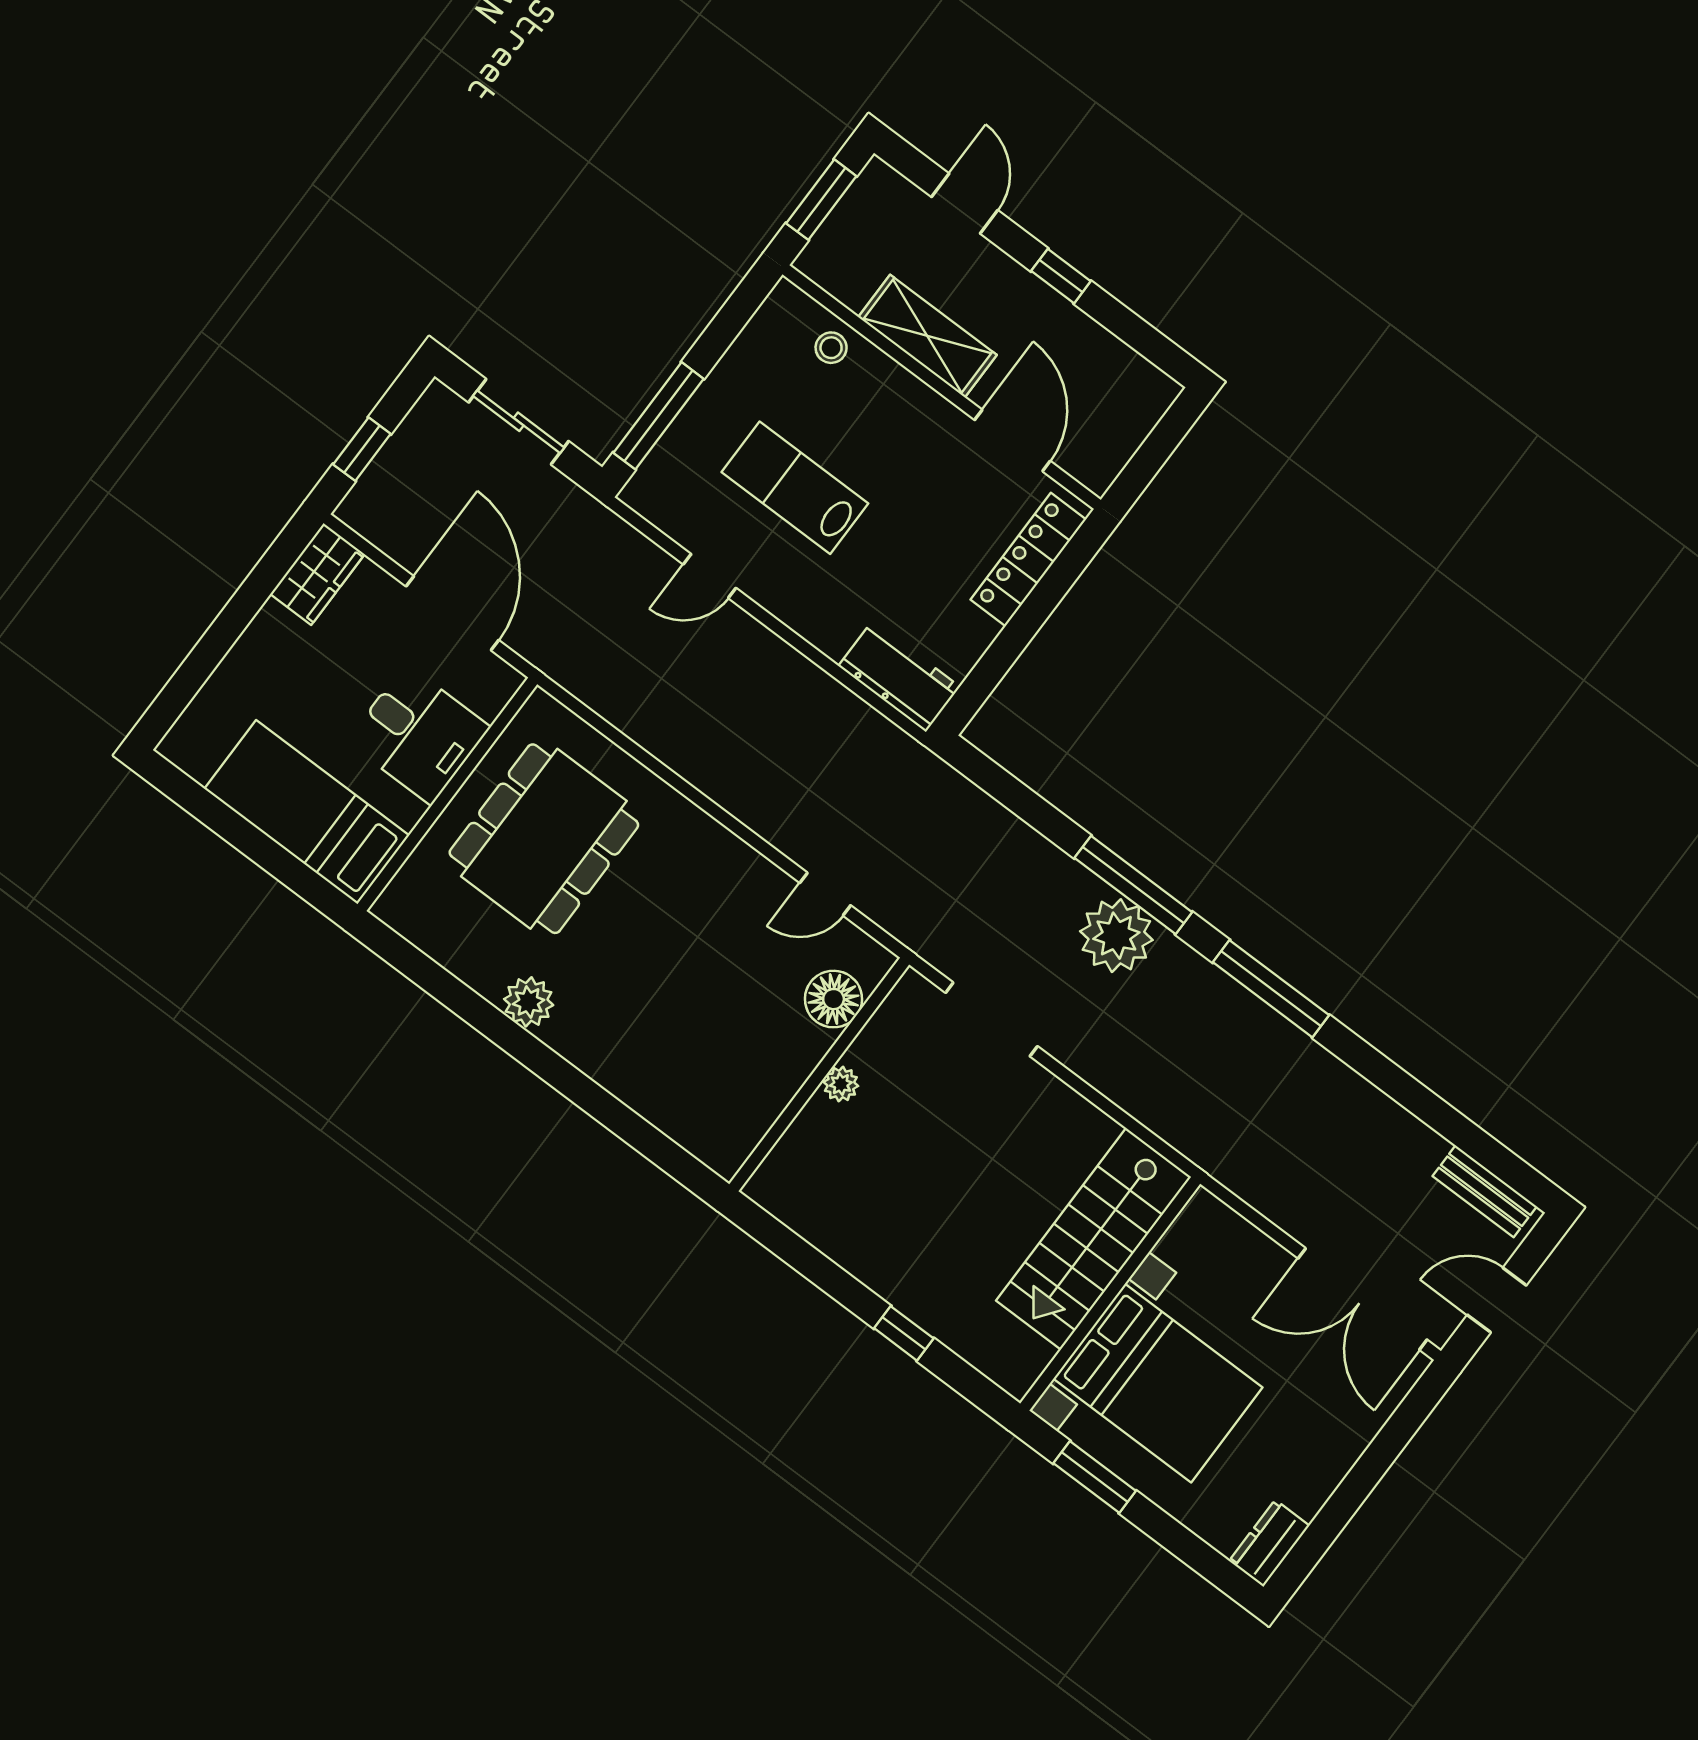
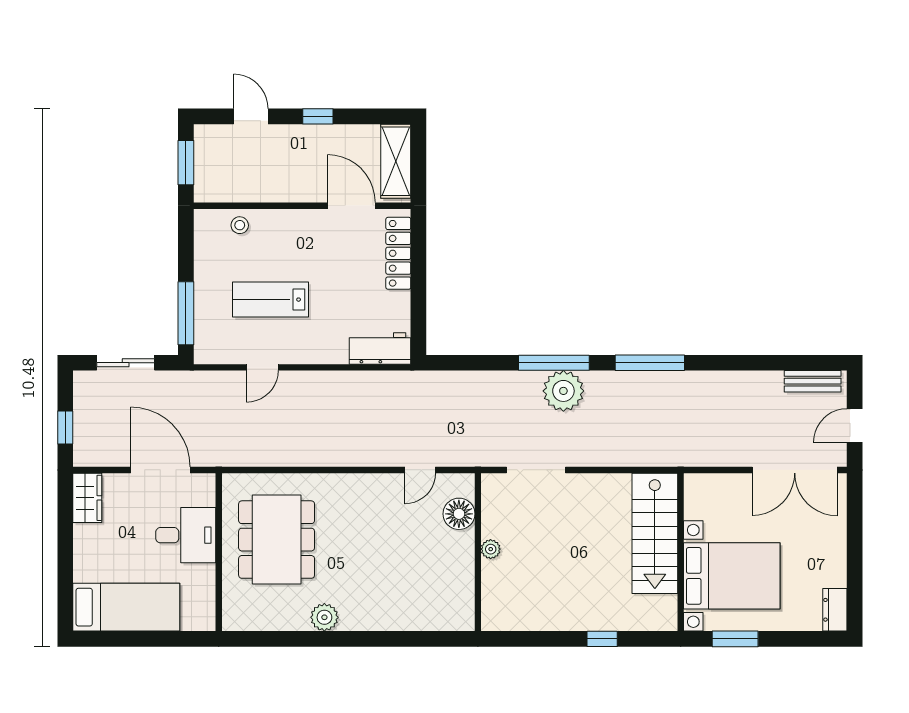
shelving: (927, 336) -> (396, 161), moved, turned 90
bed: (307, 812) -> (126, 607), moved, turned 180

